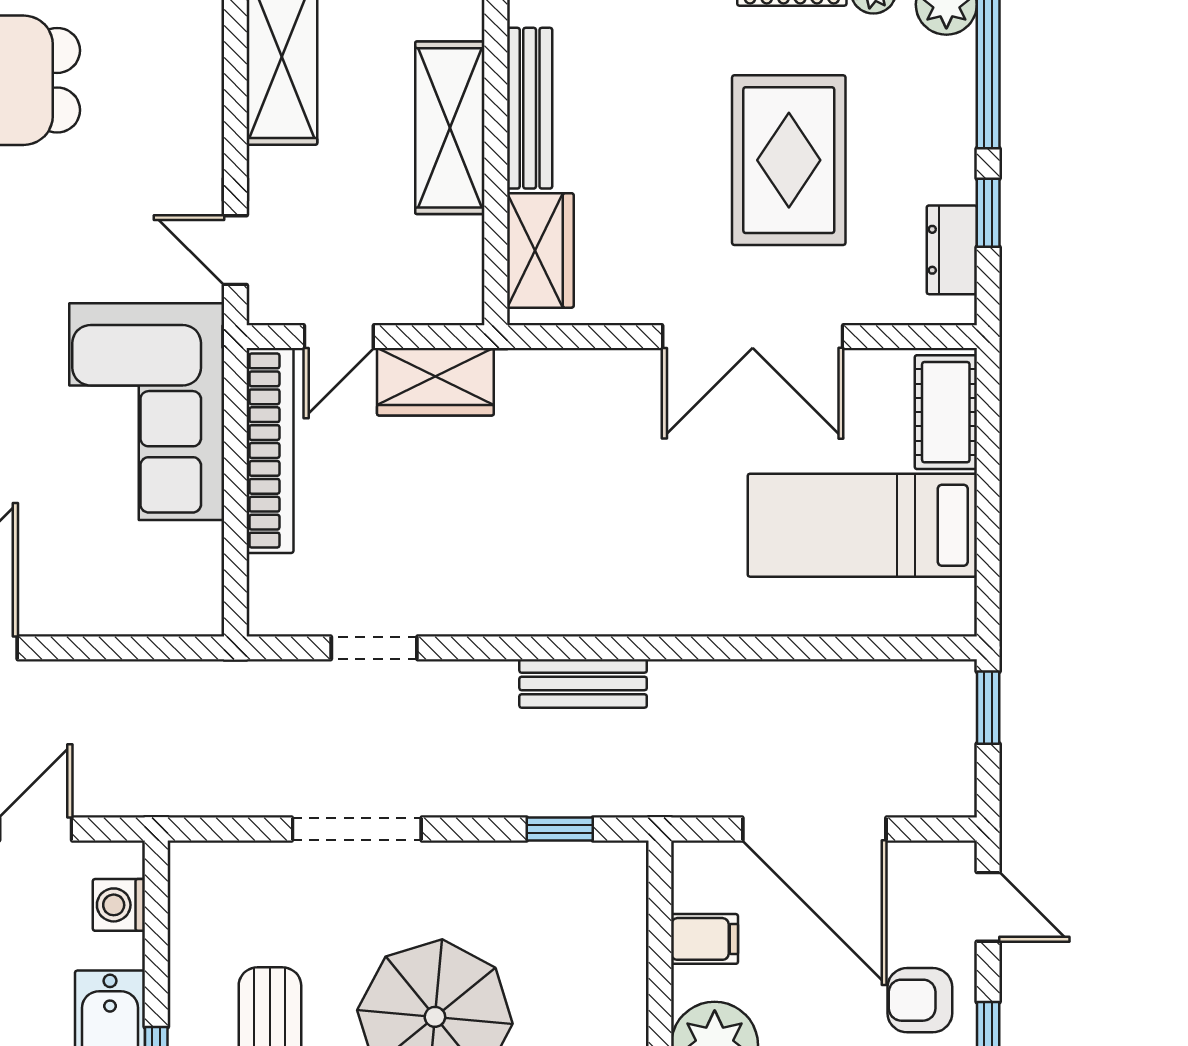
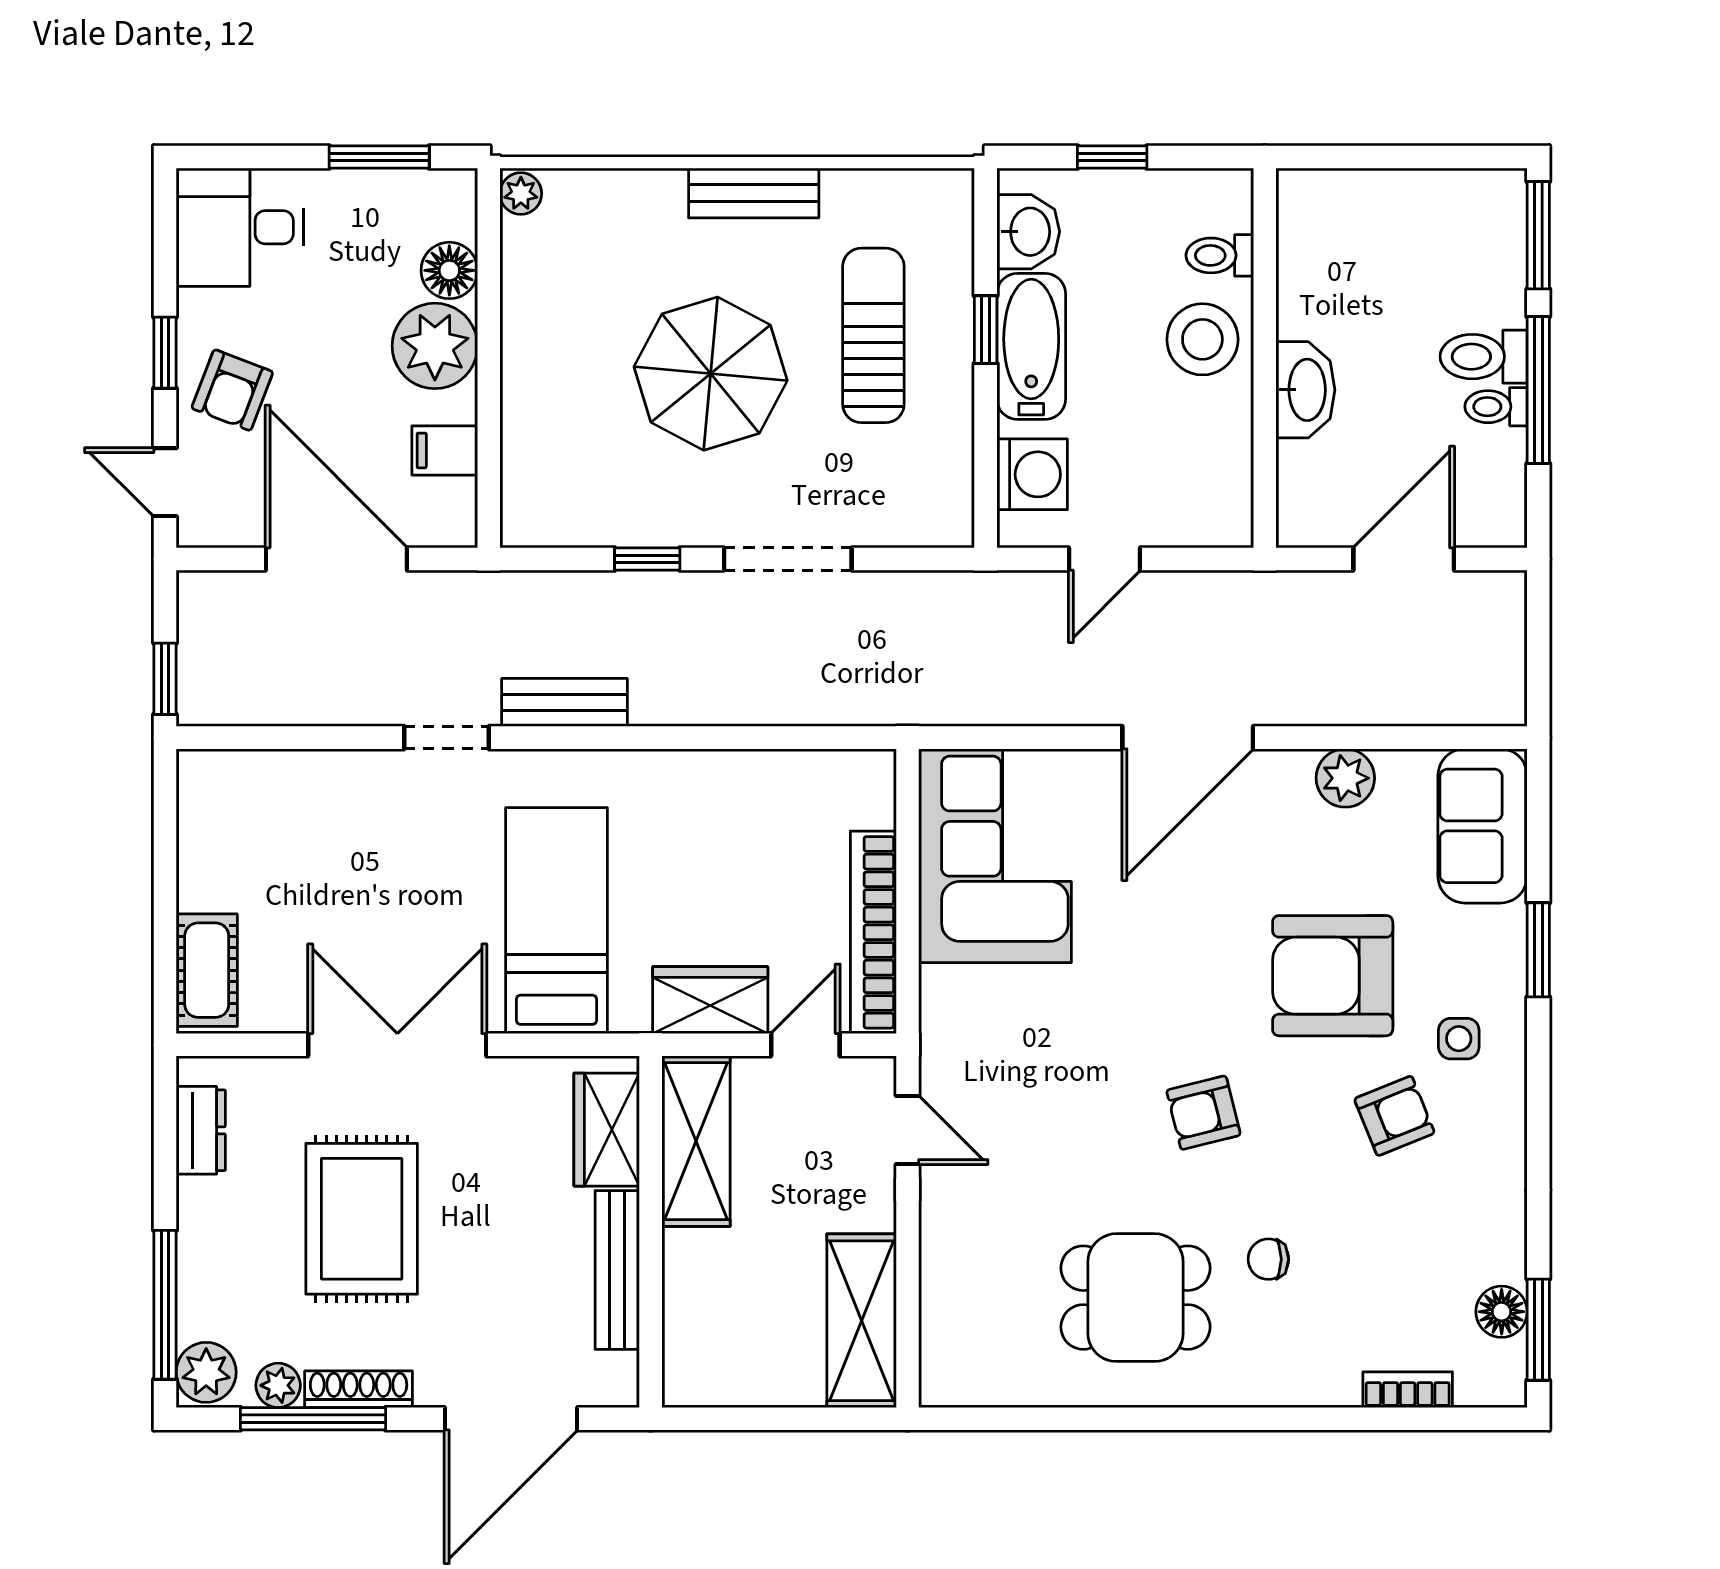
shelving: (450, 128) -> (696, 1141), moved
window: (988, 213) -> (165, 1167), removed
corner sofa: (147, 412) -> (995, 856), moved
bed: (862, 525) -> (556, 921), moved, turned -90
doorway: (374, 648) -> (446, 738), moved
window: (560, 829) -> (647, 559), moved
washing machine: (119, 905) -> (1032, 474), width x1.38, depth x1.38
armchair: (920, 1000) -> (232, 390), turned 111

